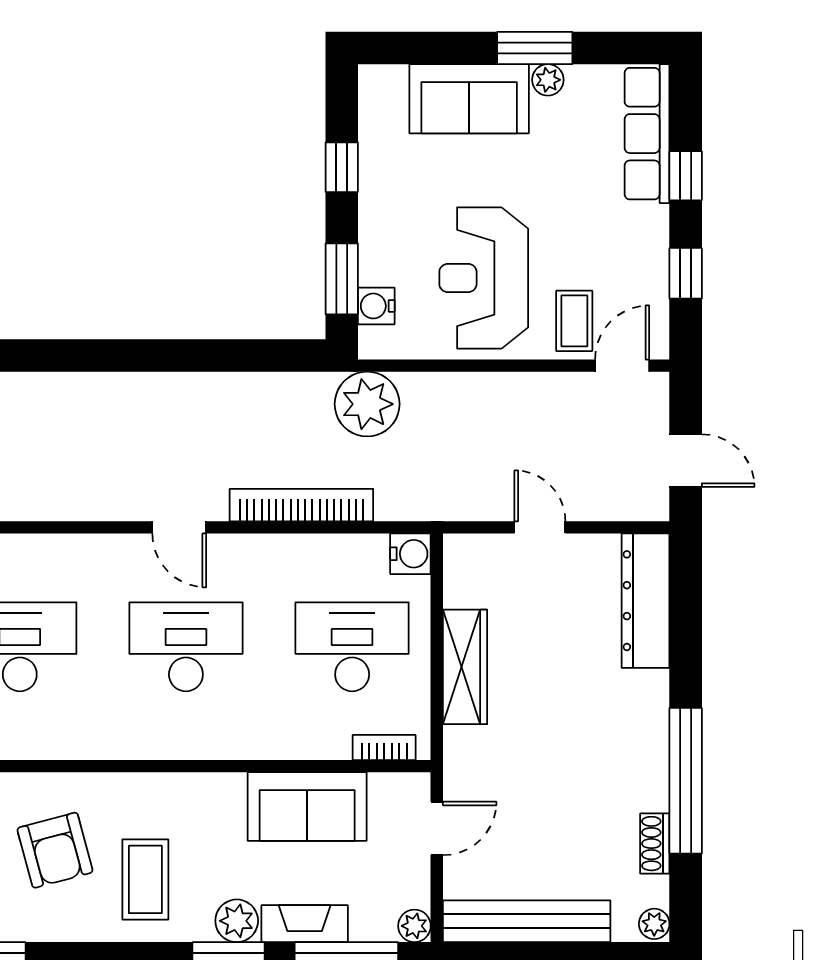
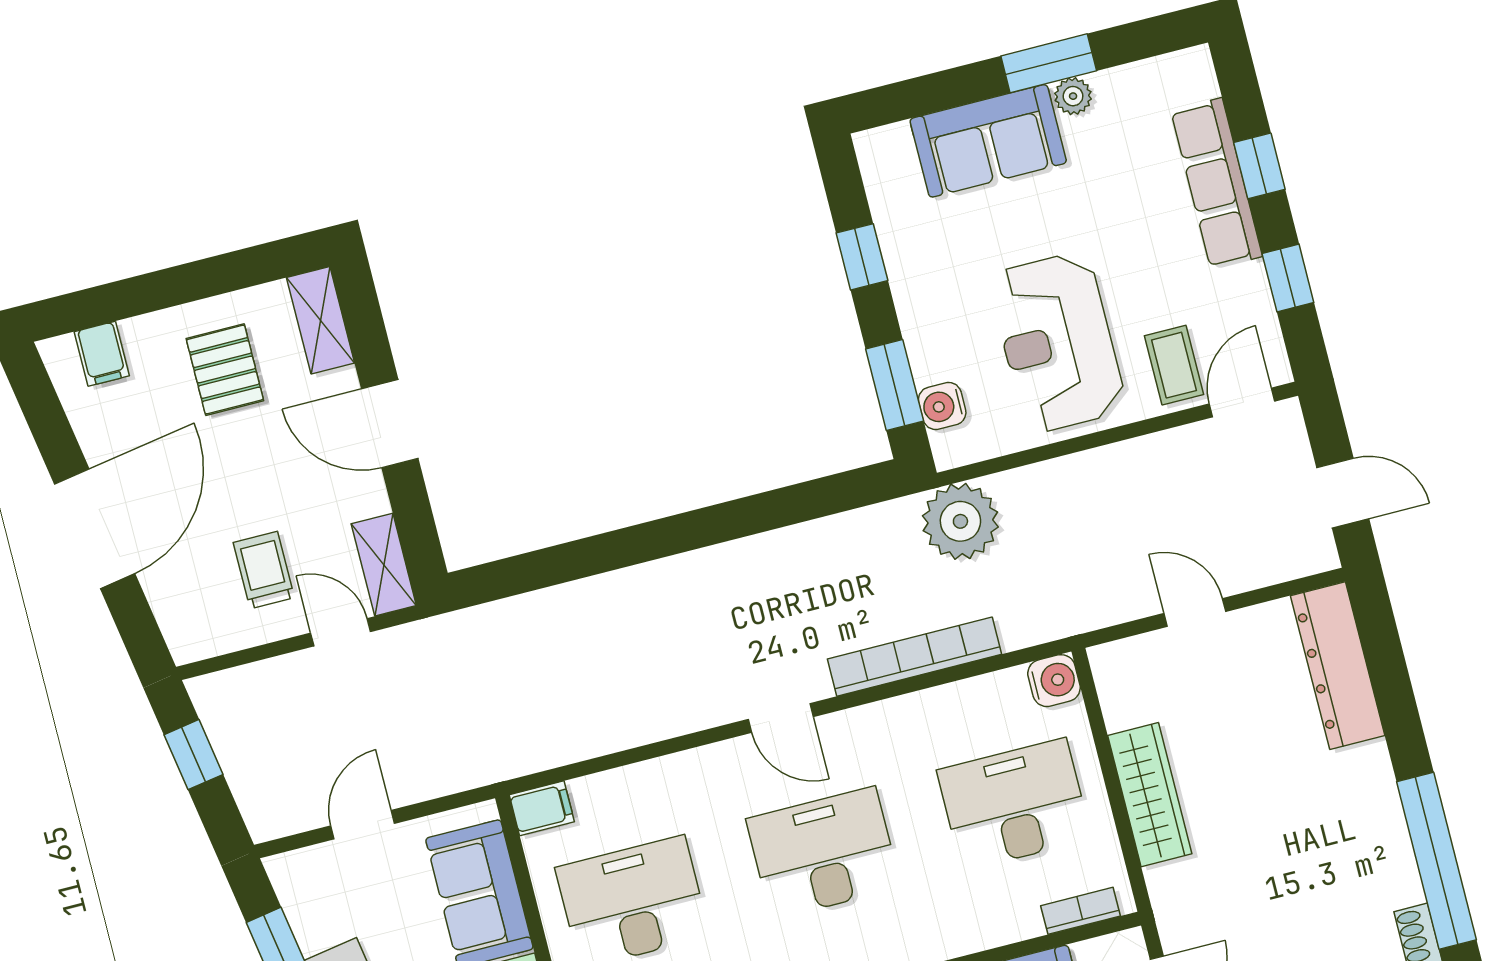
row of seats: (647, 134) -> (1217, 184), moved

